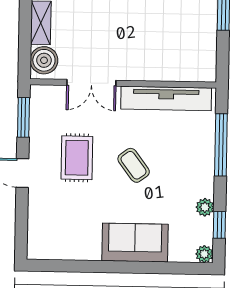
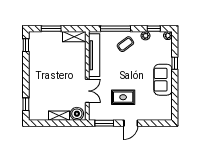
shelving: (206, 58) -> (74, 37), added
coffee table: (134, 165) -> (125, 44), moved
sofa: (135, 243) -> (163, 80), moved
window: (146, 267) -> (175, 63), added

